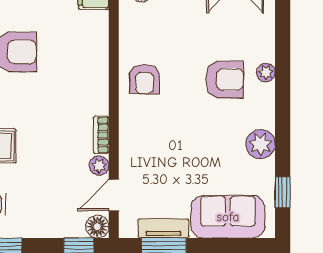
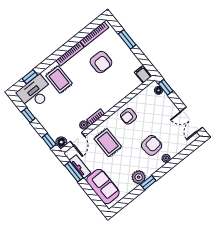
armchair: (225, 80) -> (152, 145), turned -95
rug: (161, 149) -> (108, 143), added
window: (283, 192) -> (148, 183), moved
door: (114, 195) -> (78, 139), swing flipped

